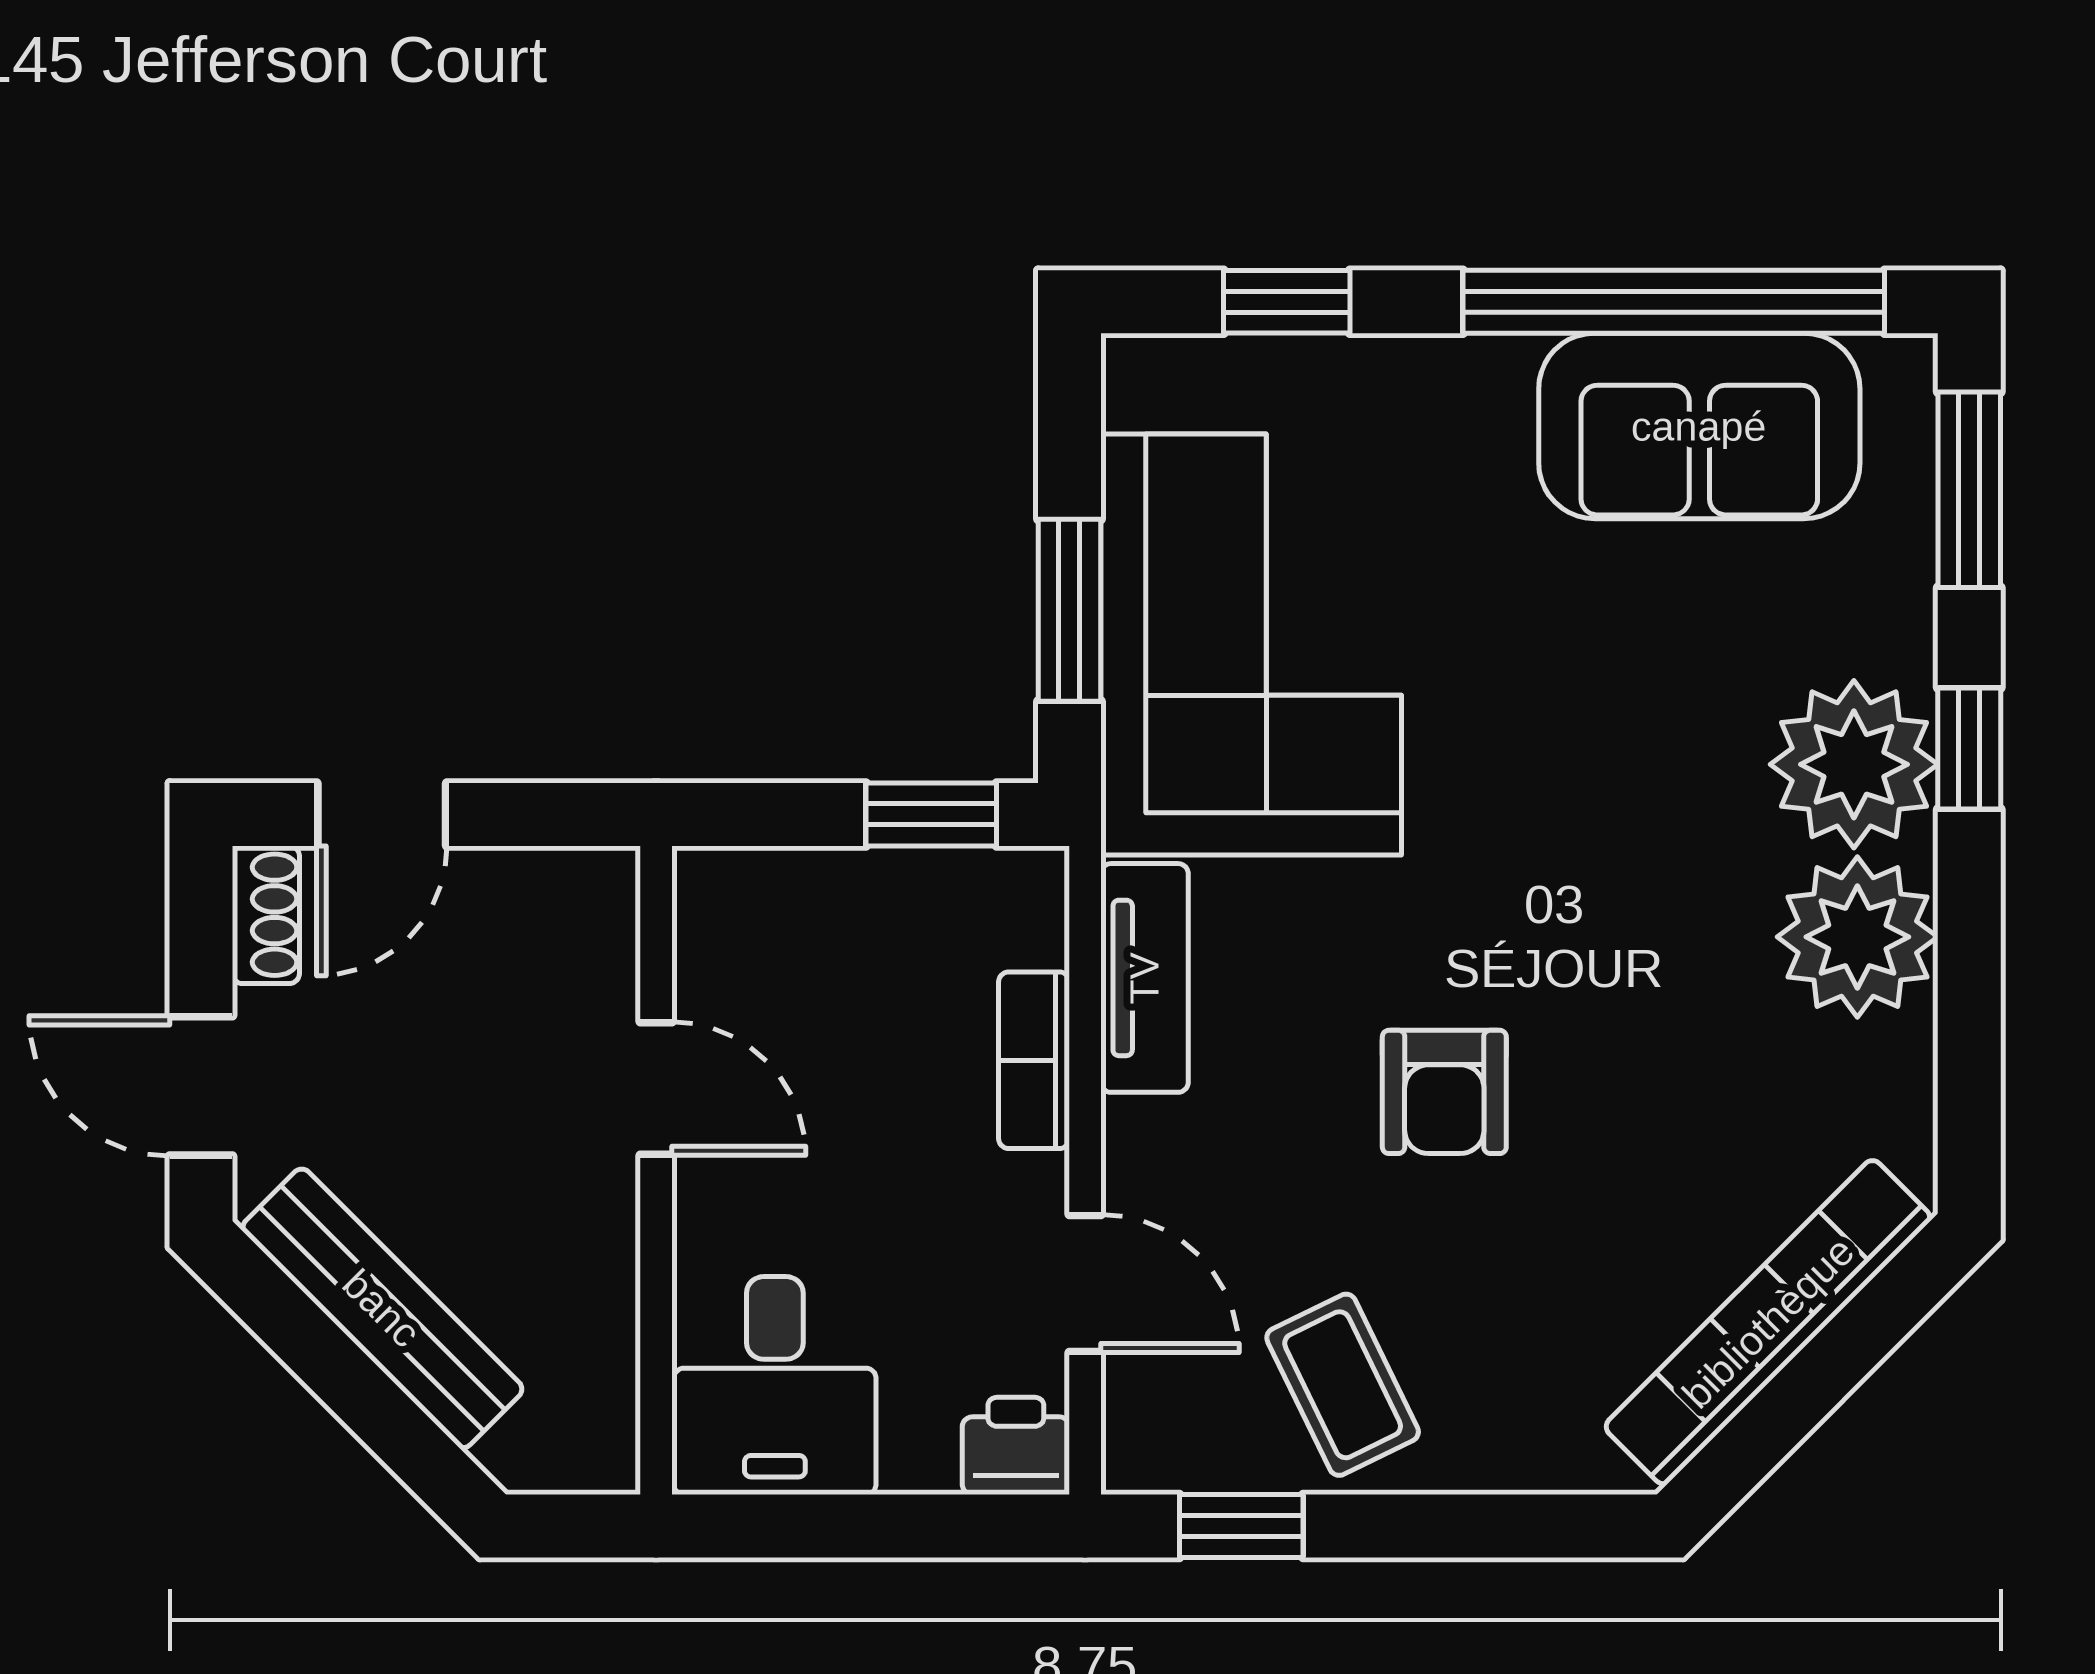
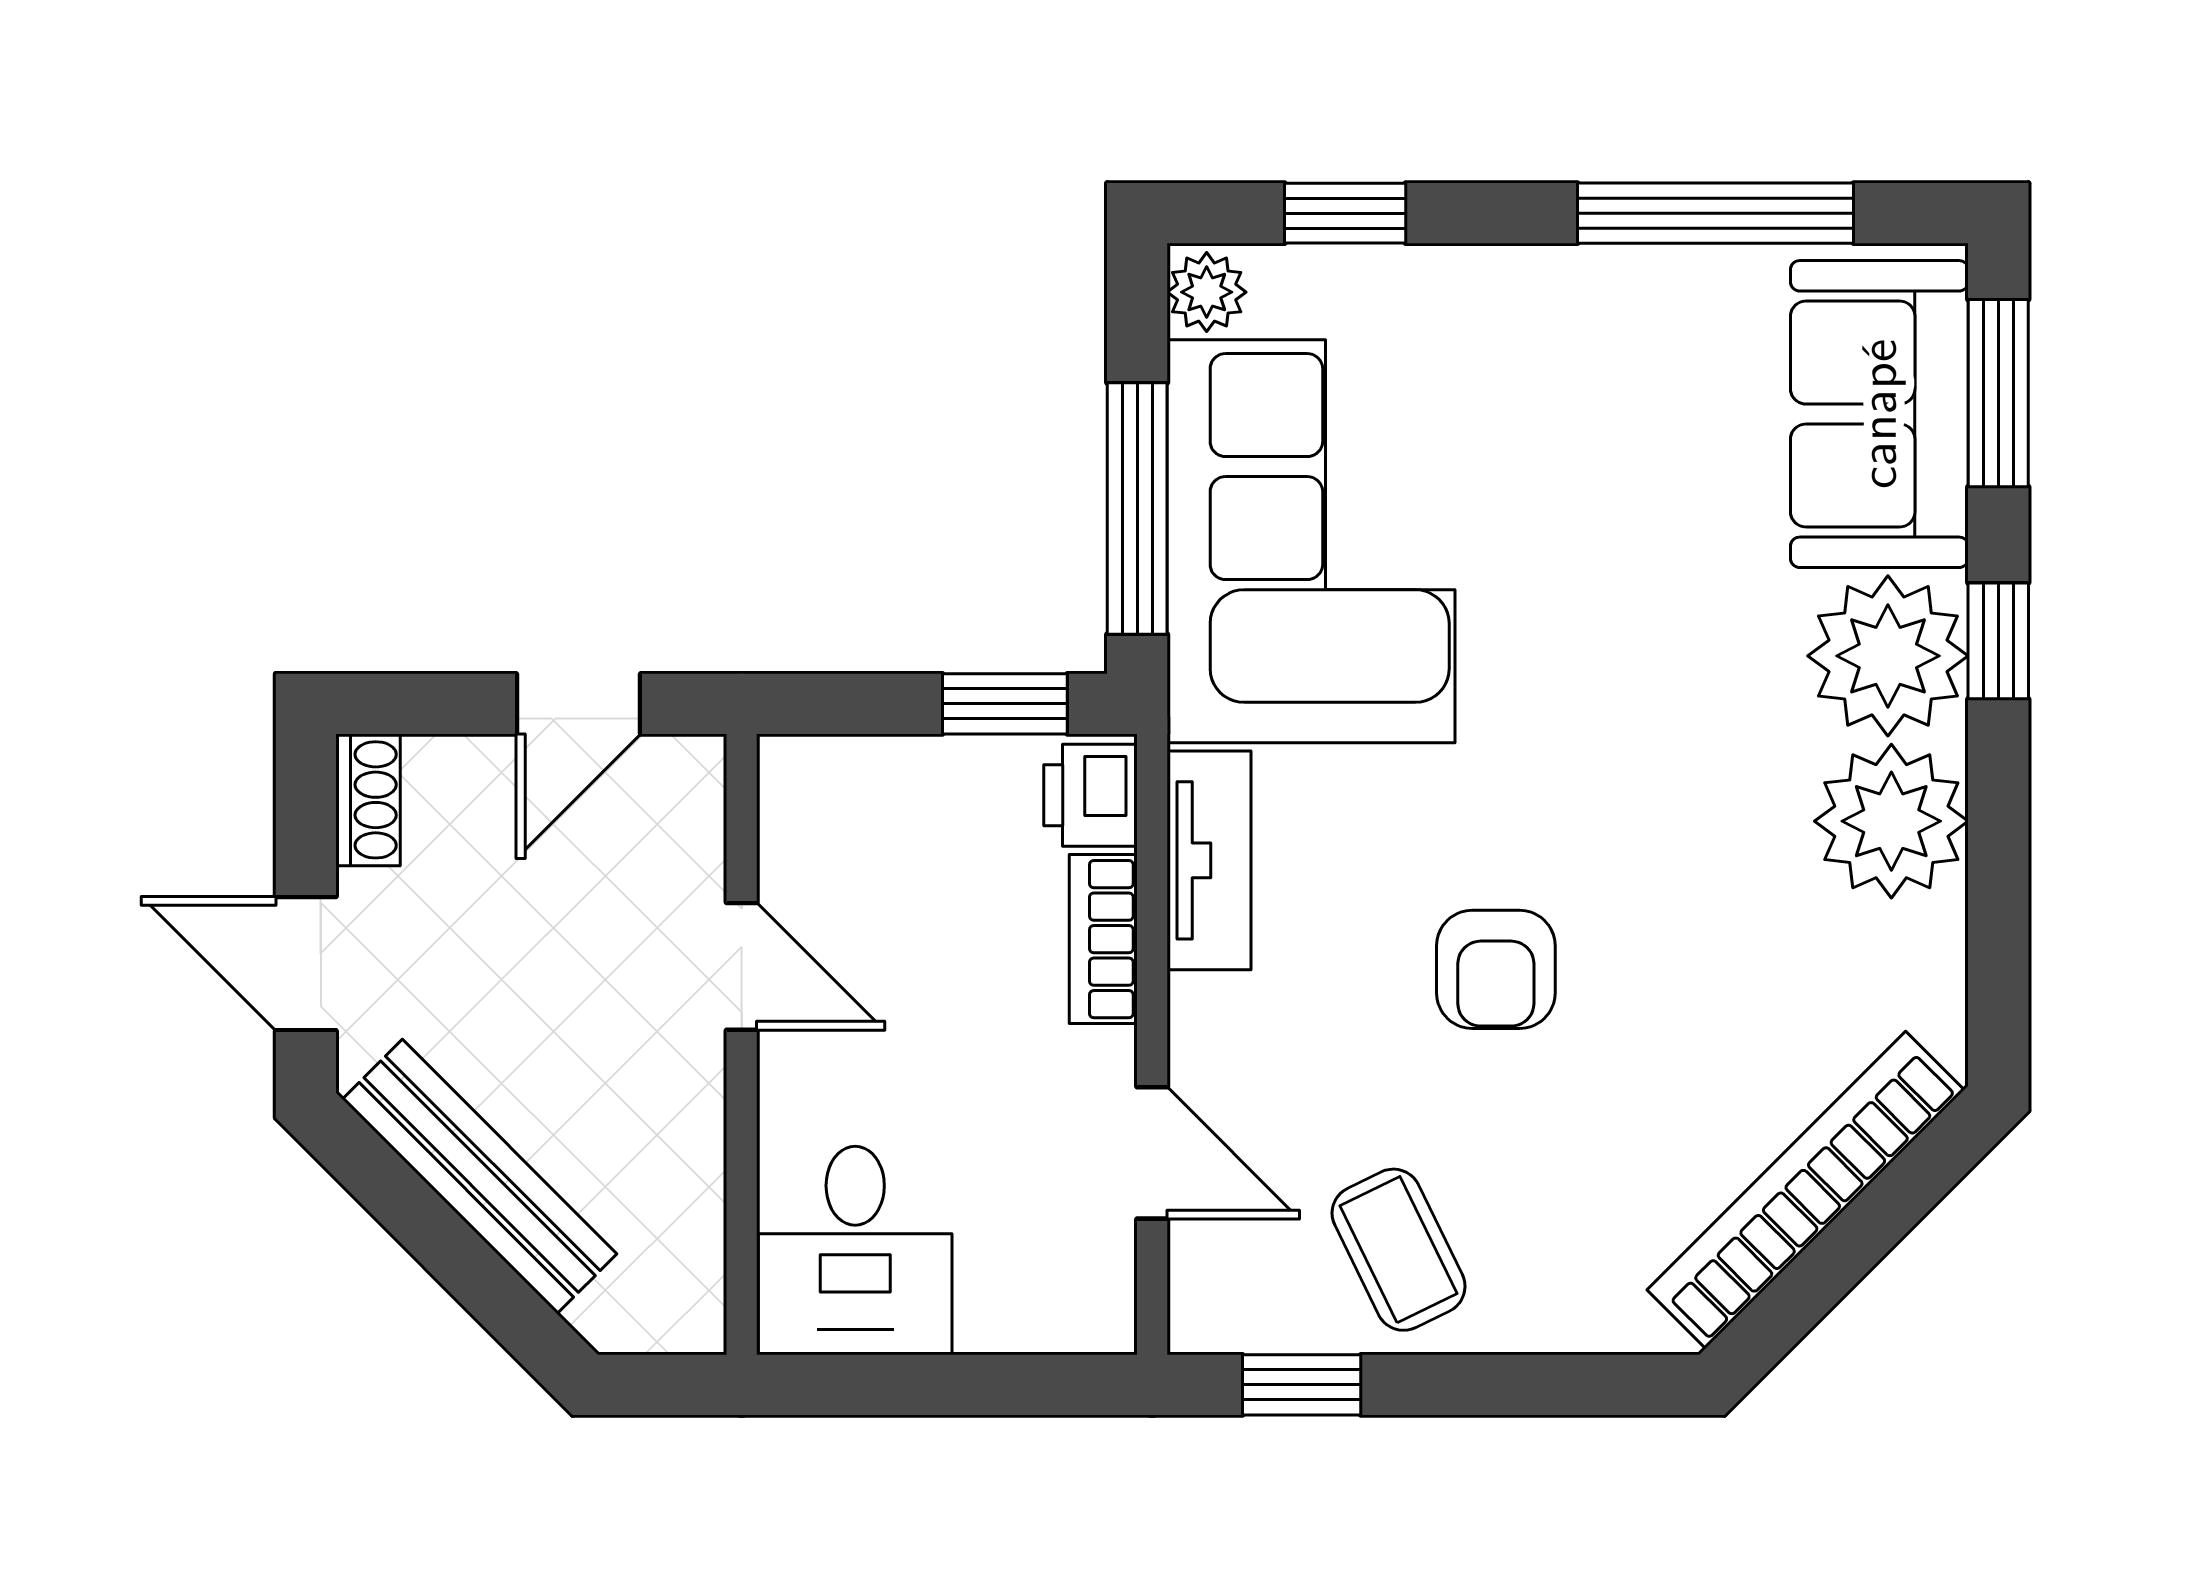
window: (1674, 302) -> (1715, 213), width x0.68
plant: (1142, 384) -> (1207, 292), added
sofa: (1699, 426) -> (1879, 414), moved, turned 90
window: (1069, 610) -> (1137, 508), width x1.44
door: (382, 814) -> (578, 704), moved
printer: (1016, 1446) -> (1090, 795), moved, turned -90

